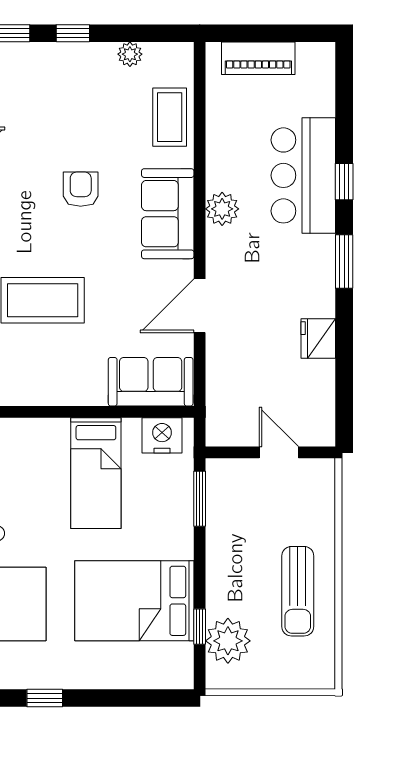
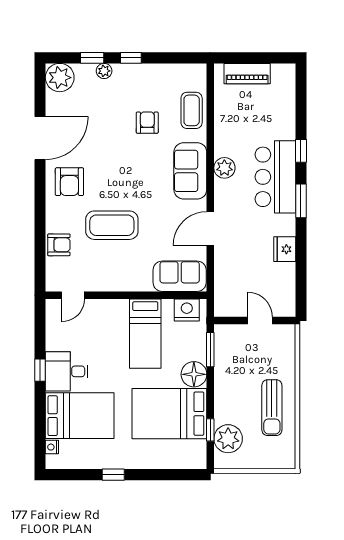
plant: (130, 54) -> (104, 71), moved
bar counter: (303, 175) -> (275, 177), moved
armchair: (81, 189) -> (147, 123), moved
floor lamp: (174, 538) -> (194, 374), added

